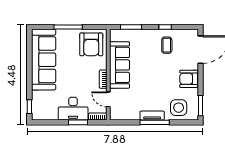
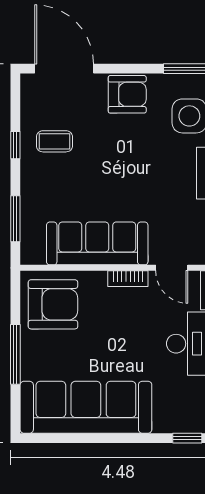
armchair: (189, 79) -> (127, 94), turned -90
door: (108, 99) -> (172, 268), hinge flipped

